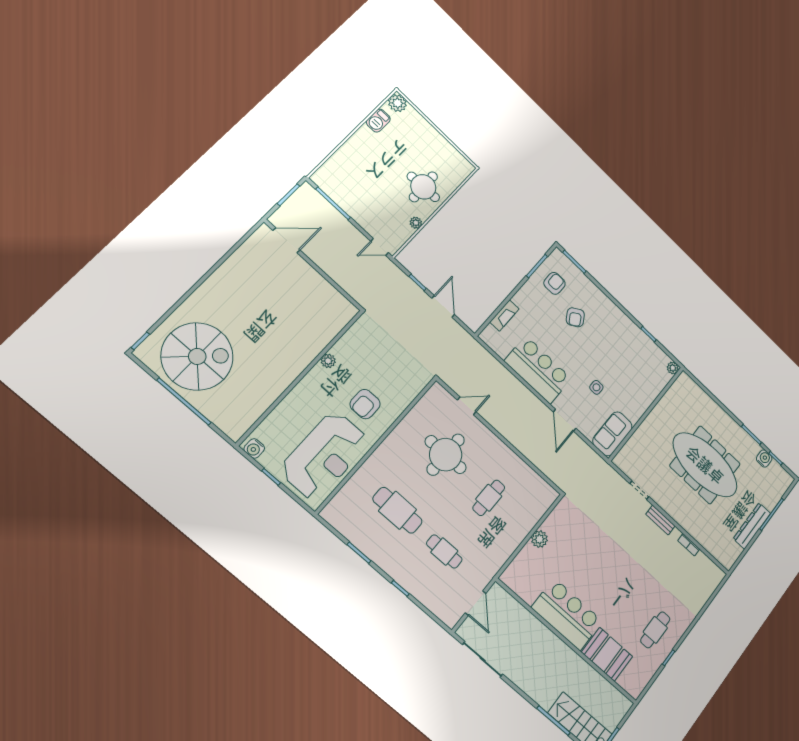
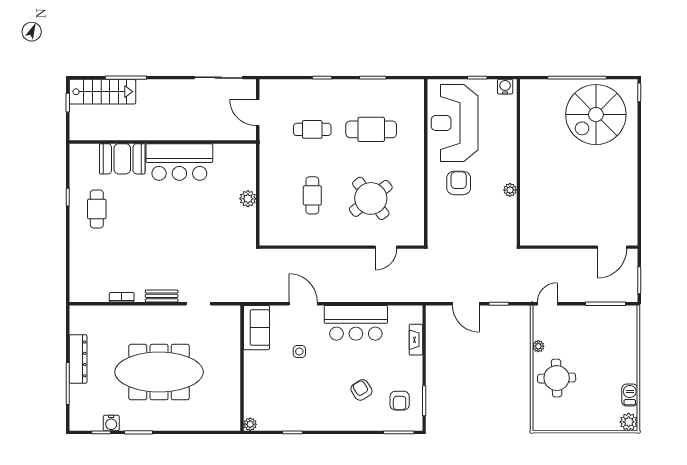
round table: (446, 455) -> (371, 198), turned -38

